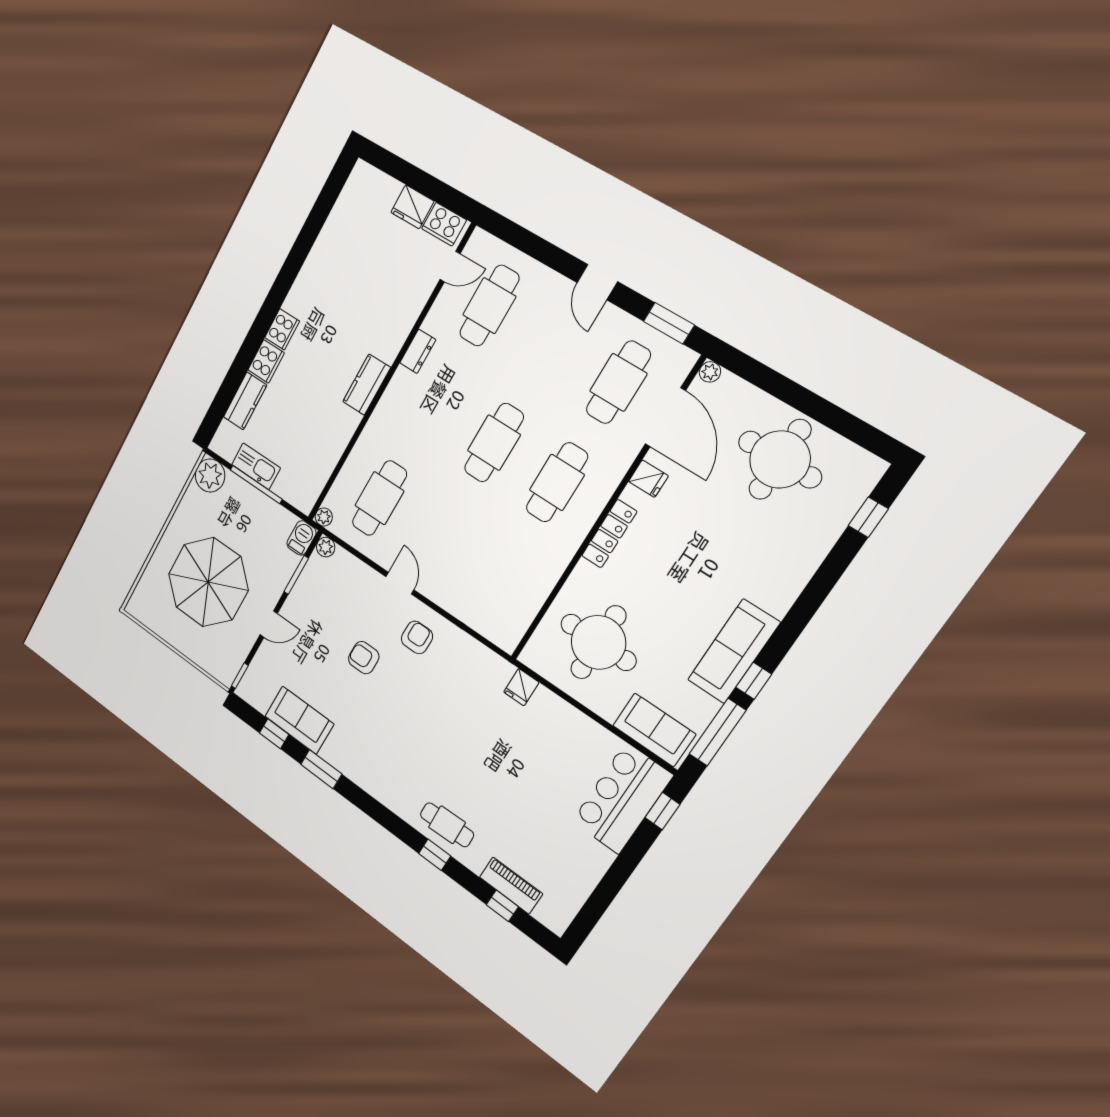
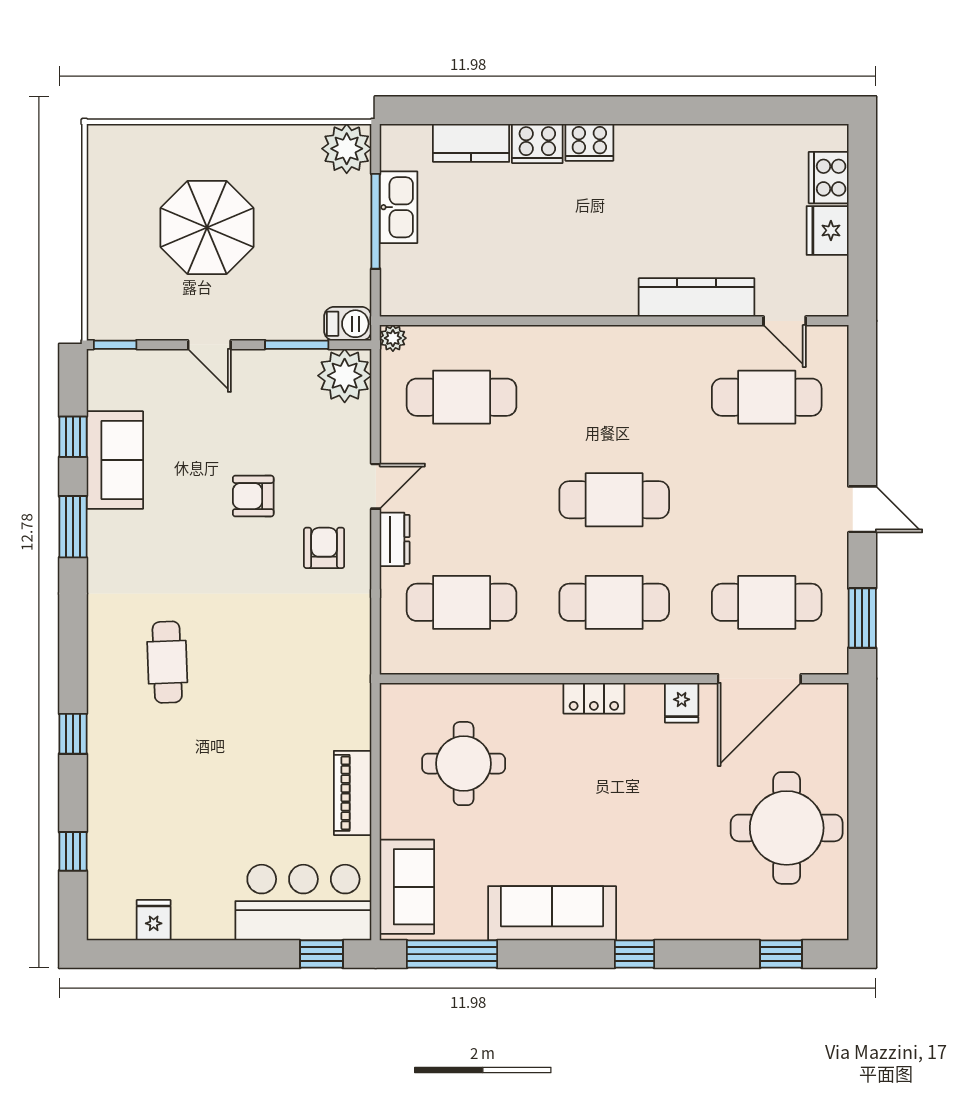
cooker: (444, 224) -> (829, 178), moved
door: (597, 282) -> (862, 509), swing flipped
dresser: (418, 351) -> (395, 539), moved, turned -90
plant: (710, 372) -> (836, 696), removed
kitchen counter: (367, 385) -> (697, 297), moved, width x1.50
locker: (609, 534) -> (594, 698), width x0.66
plant: (326, 547) -> (345, 376), width x1.88, depth x1.88
cafe table: (498, 577) -> (462, 602), added
parasol: (208, 582) -> (207, 227), width x0.73, depth x0.73
armchair: (417, 637) -> (324, 548), turned -90
round table: (598, 642) -> (464, 764), width x0.73, depth x0.73
armchair: (364, 658) -> (253, 496), turned -90
window: (754, 681) -> (634, 954), moved
fridge: (521, 687) -> (154, 920), moved, turned 90
cafe table: (447, 825) -> (167, 662), moved
piano: (511, 885) -> (353, 793), moved, turned 180

